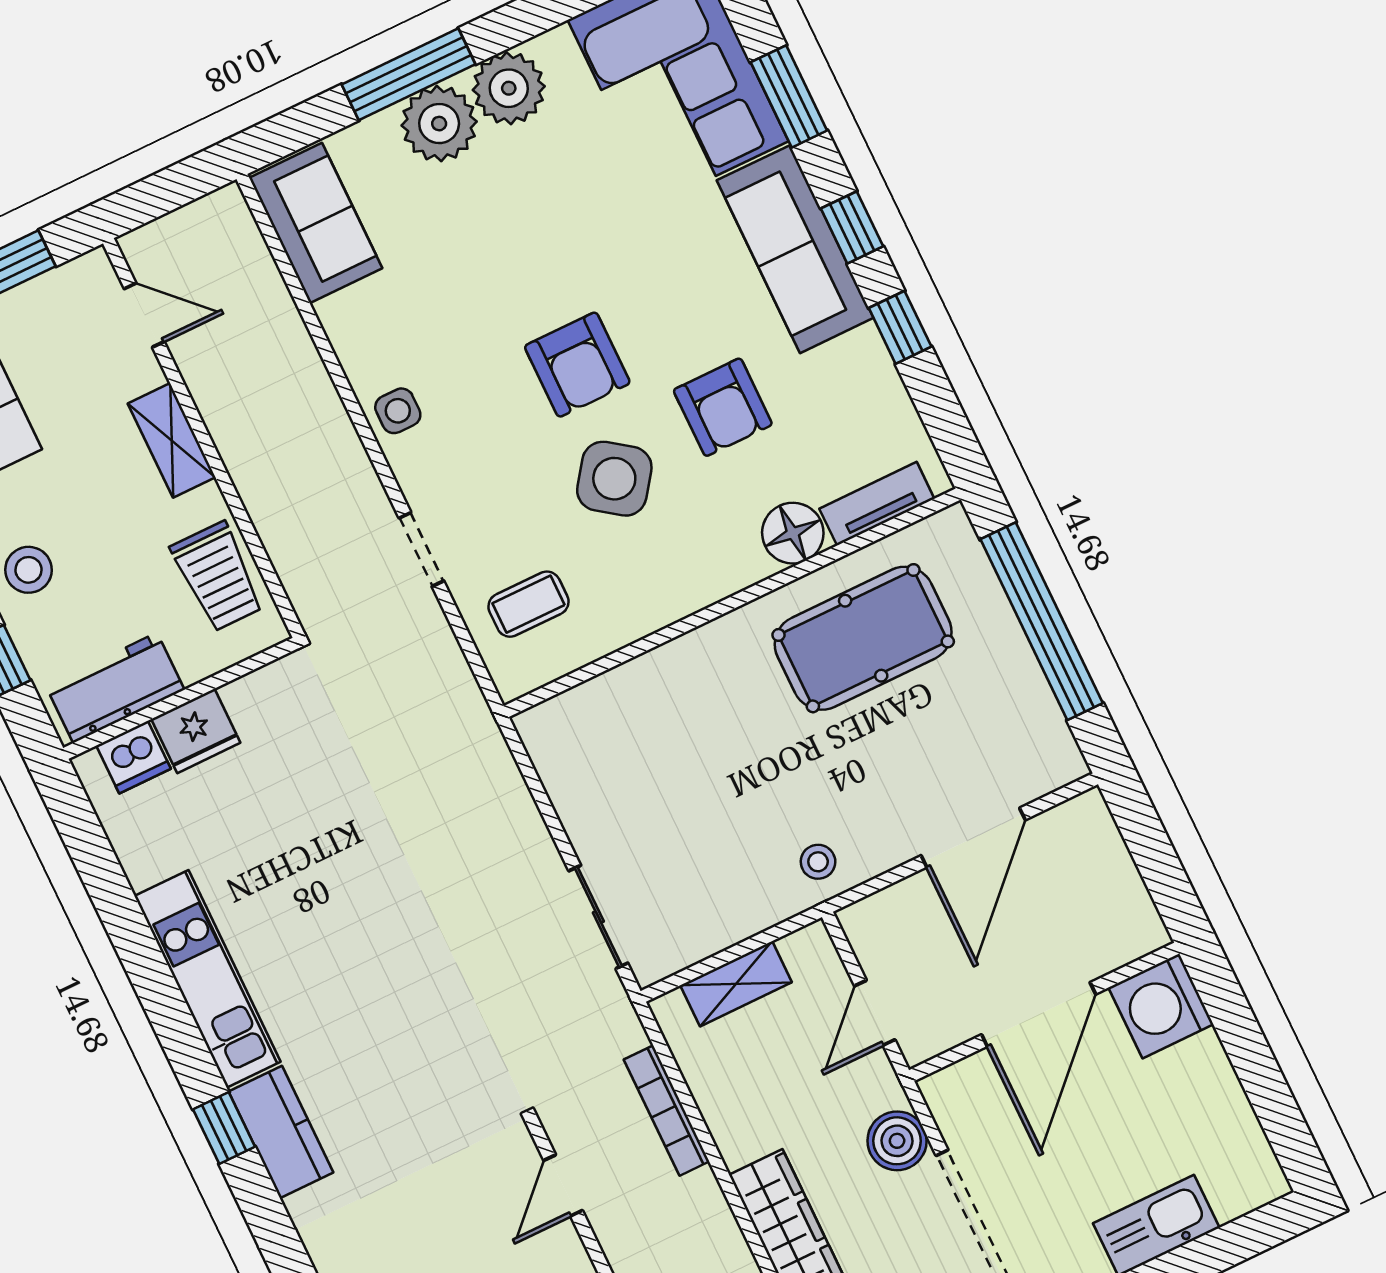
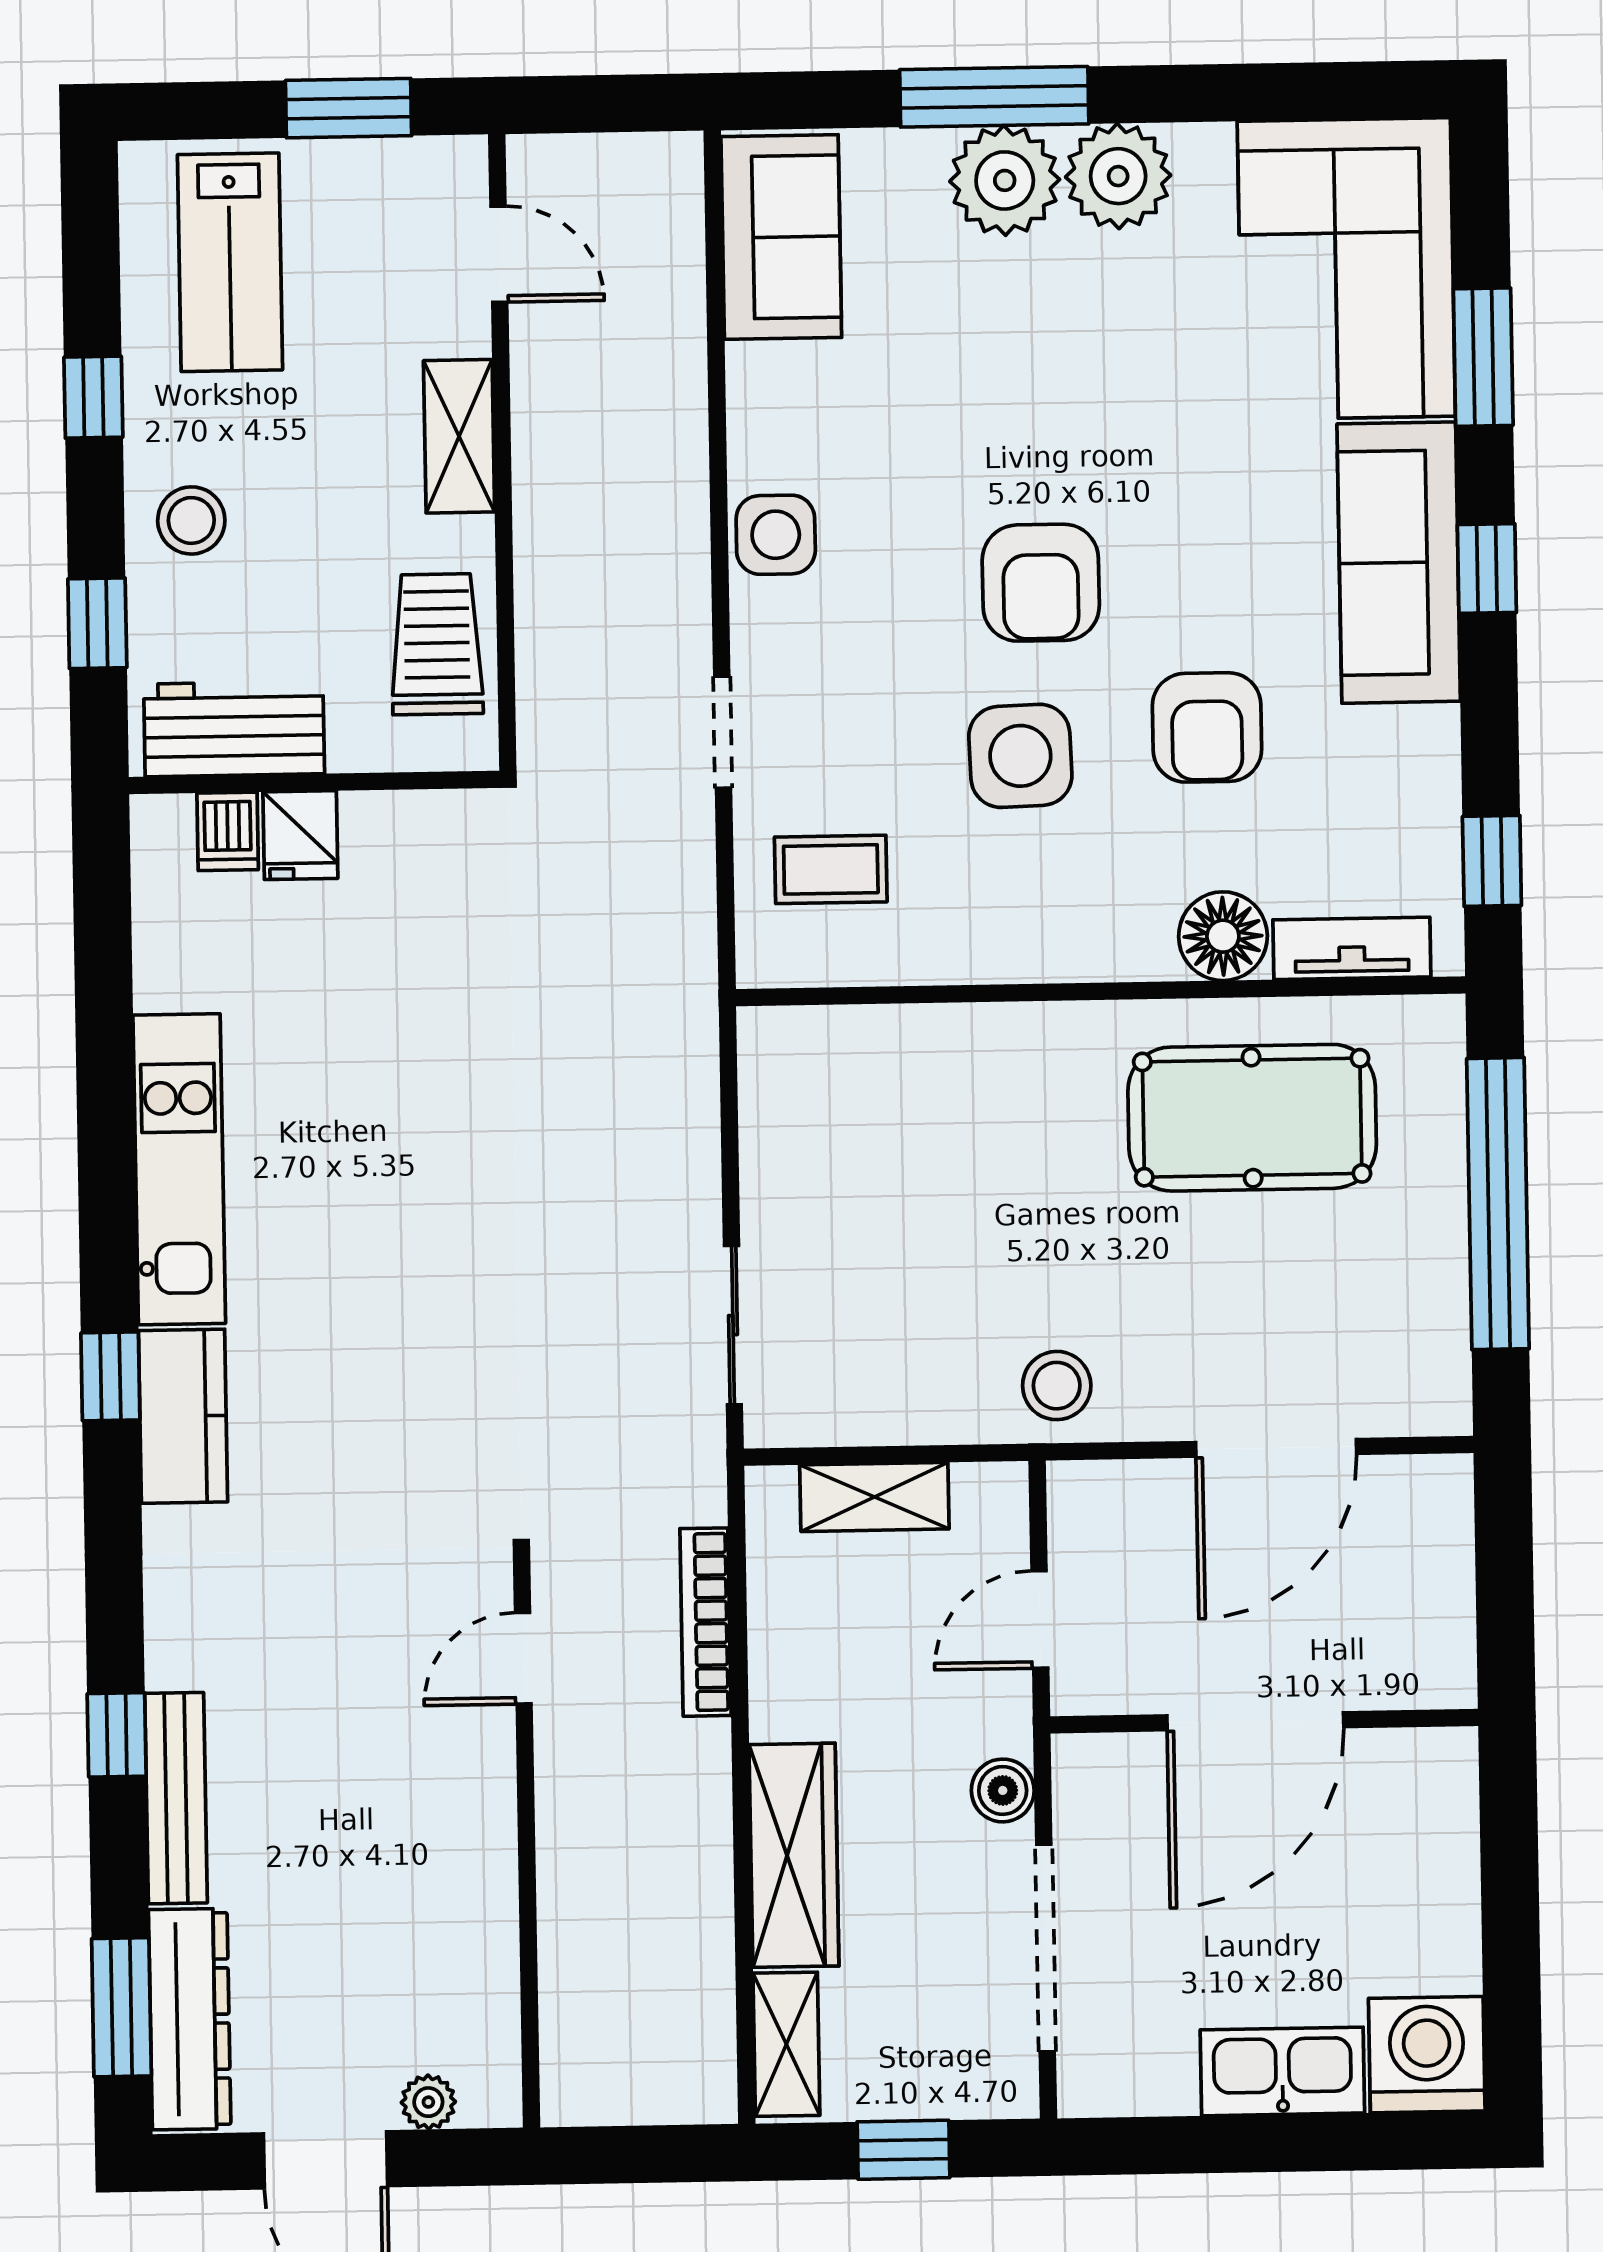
window: (900, 327) -> (1492, 861), moved
side table: (398, 411) -> (776, 535), width x1.37, depth x1.37
side table: (614, 479) -> (1020, 756), turned -38
trolley: (218, 577) -> (437, 644), turned 180
fridge: (196, 731) -> (300, 835), width x0.72
dishwasher: (133, 757) -> (228, 831), width x0.73
stool: (818, 862) -> (1057, 1386), width x1.37, depth x1.37
washing machine: (1161, 1006) -> (1427, 2055), moved, turned 90
boiler: (897, 1141) -> (1003, 1790), width x0.73, depth x0.73

